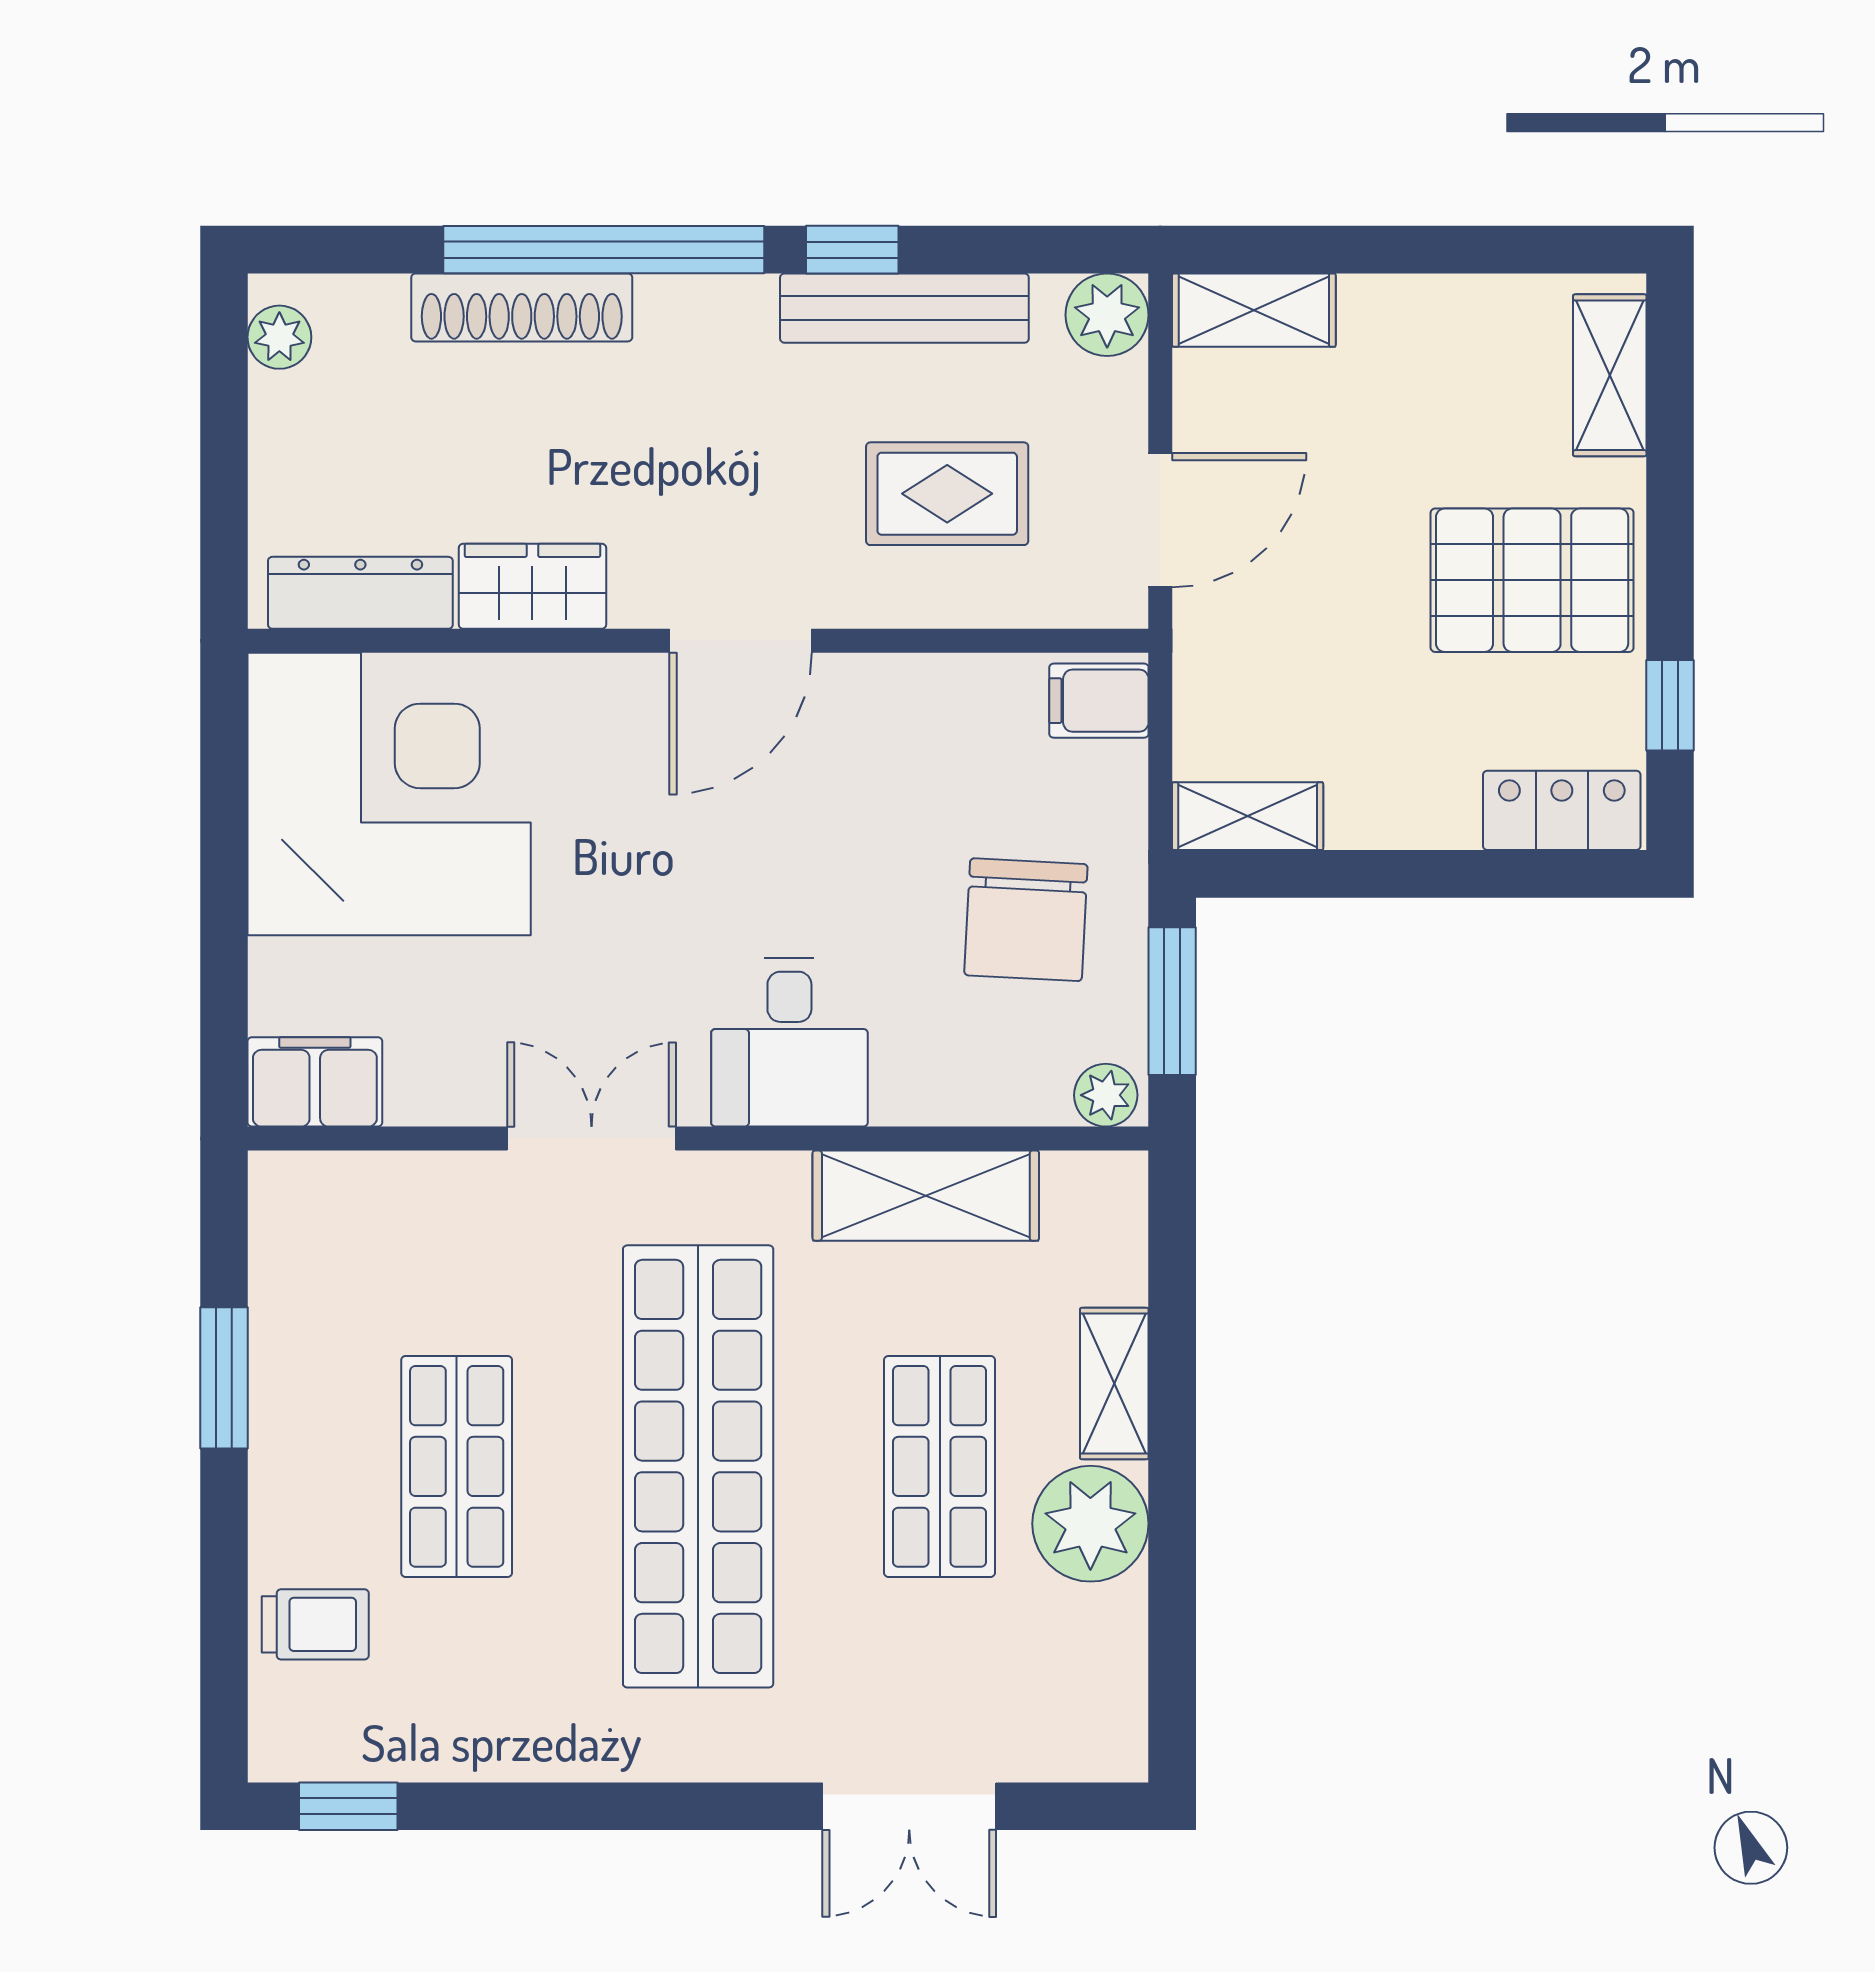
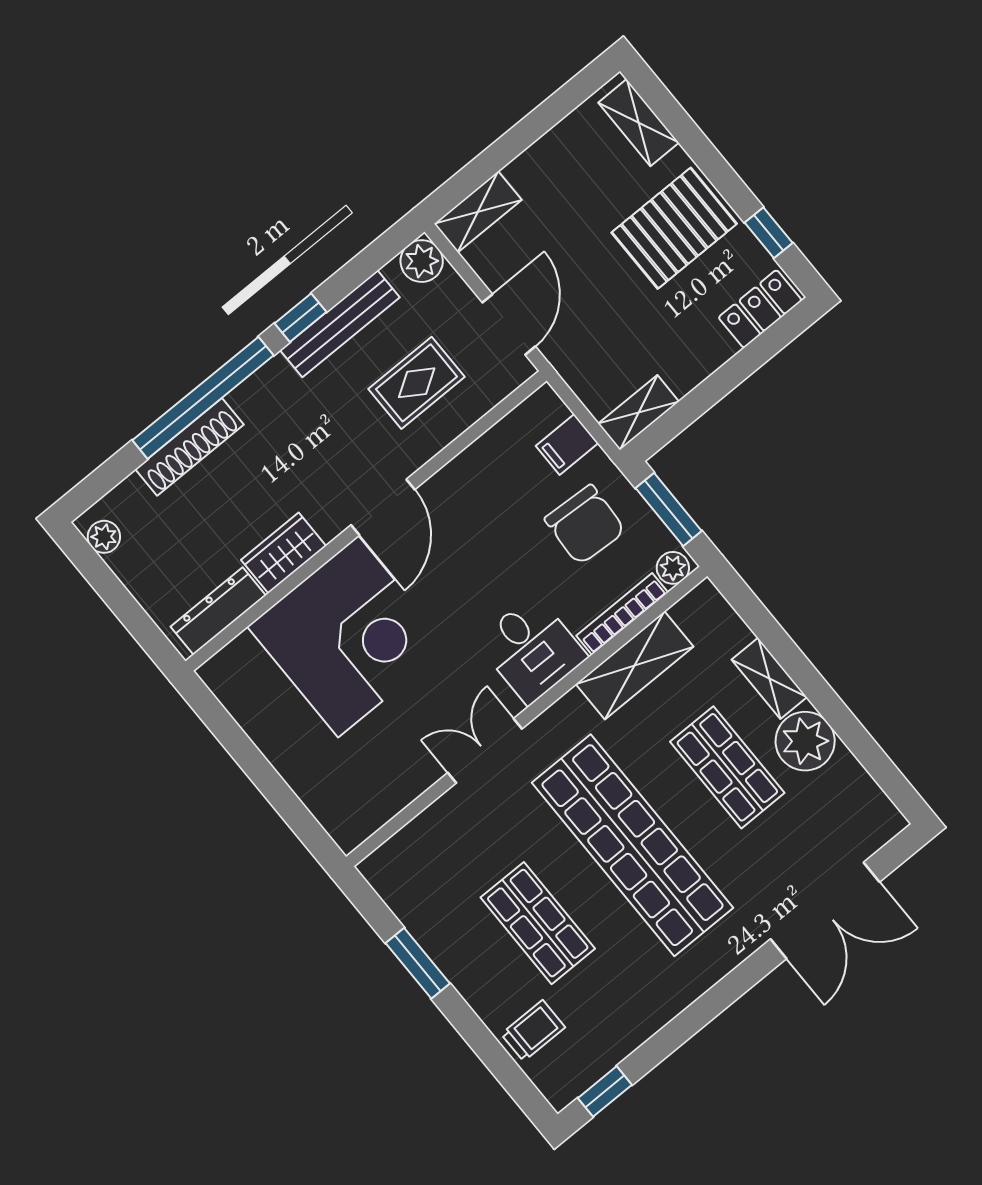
filing cabinet: (1099, 701) -> (567, 445), moved
corner desk: (389, 794) -> (348, 637), moved, turned 90
filing cabinet: (315, 1082) -> (358, 818), removed
bookcase: (971, 1102) -> (622, 614), added
double door: (909, 1806) -> (825, 910), width x1.37

